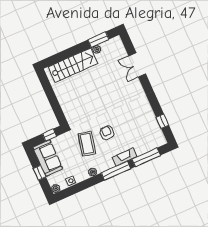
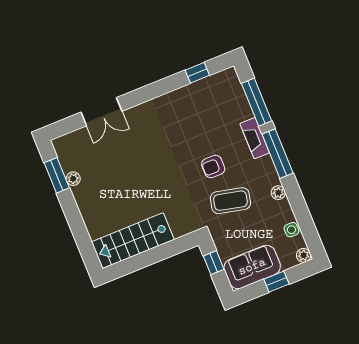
stairs: (73, 65) -> (133, 241), moved, turned -90

